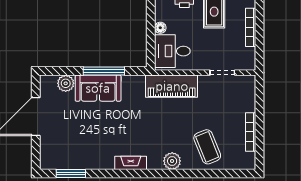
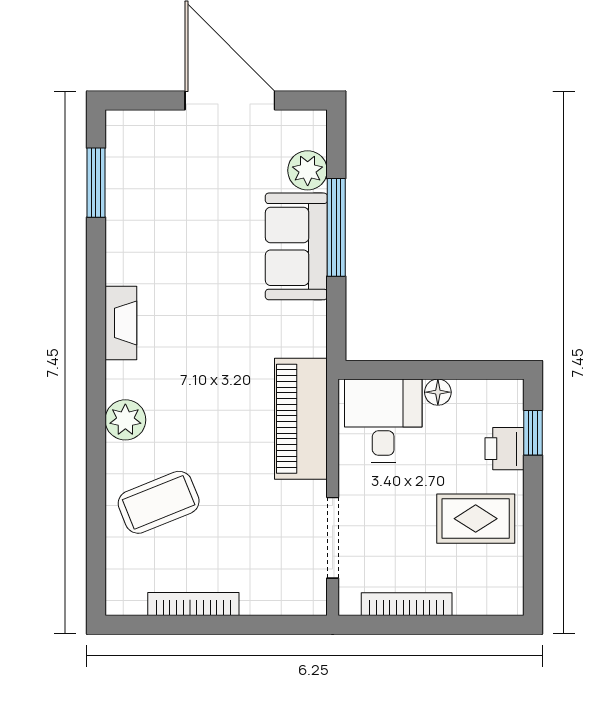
bookcase: (251, 27) -> (407, 604), moved
window: (104, 71) -> (336, 227), moved
doorway: (222, 73) -> (333, 538), width x1.38

